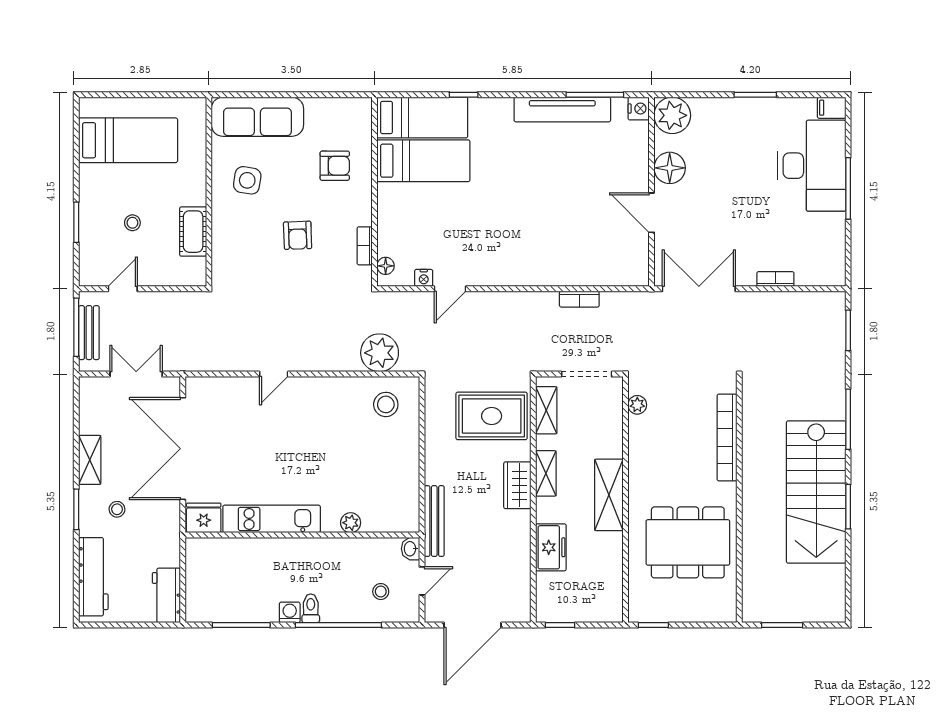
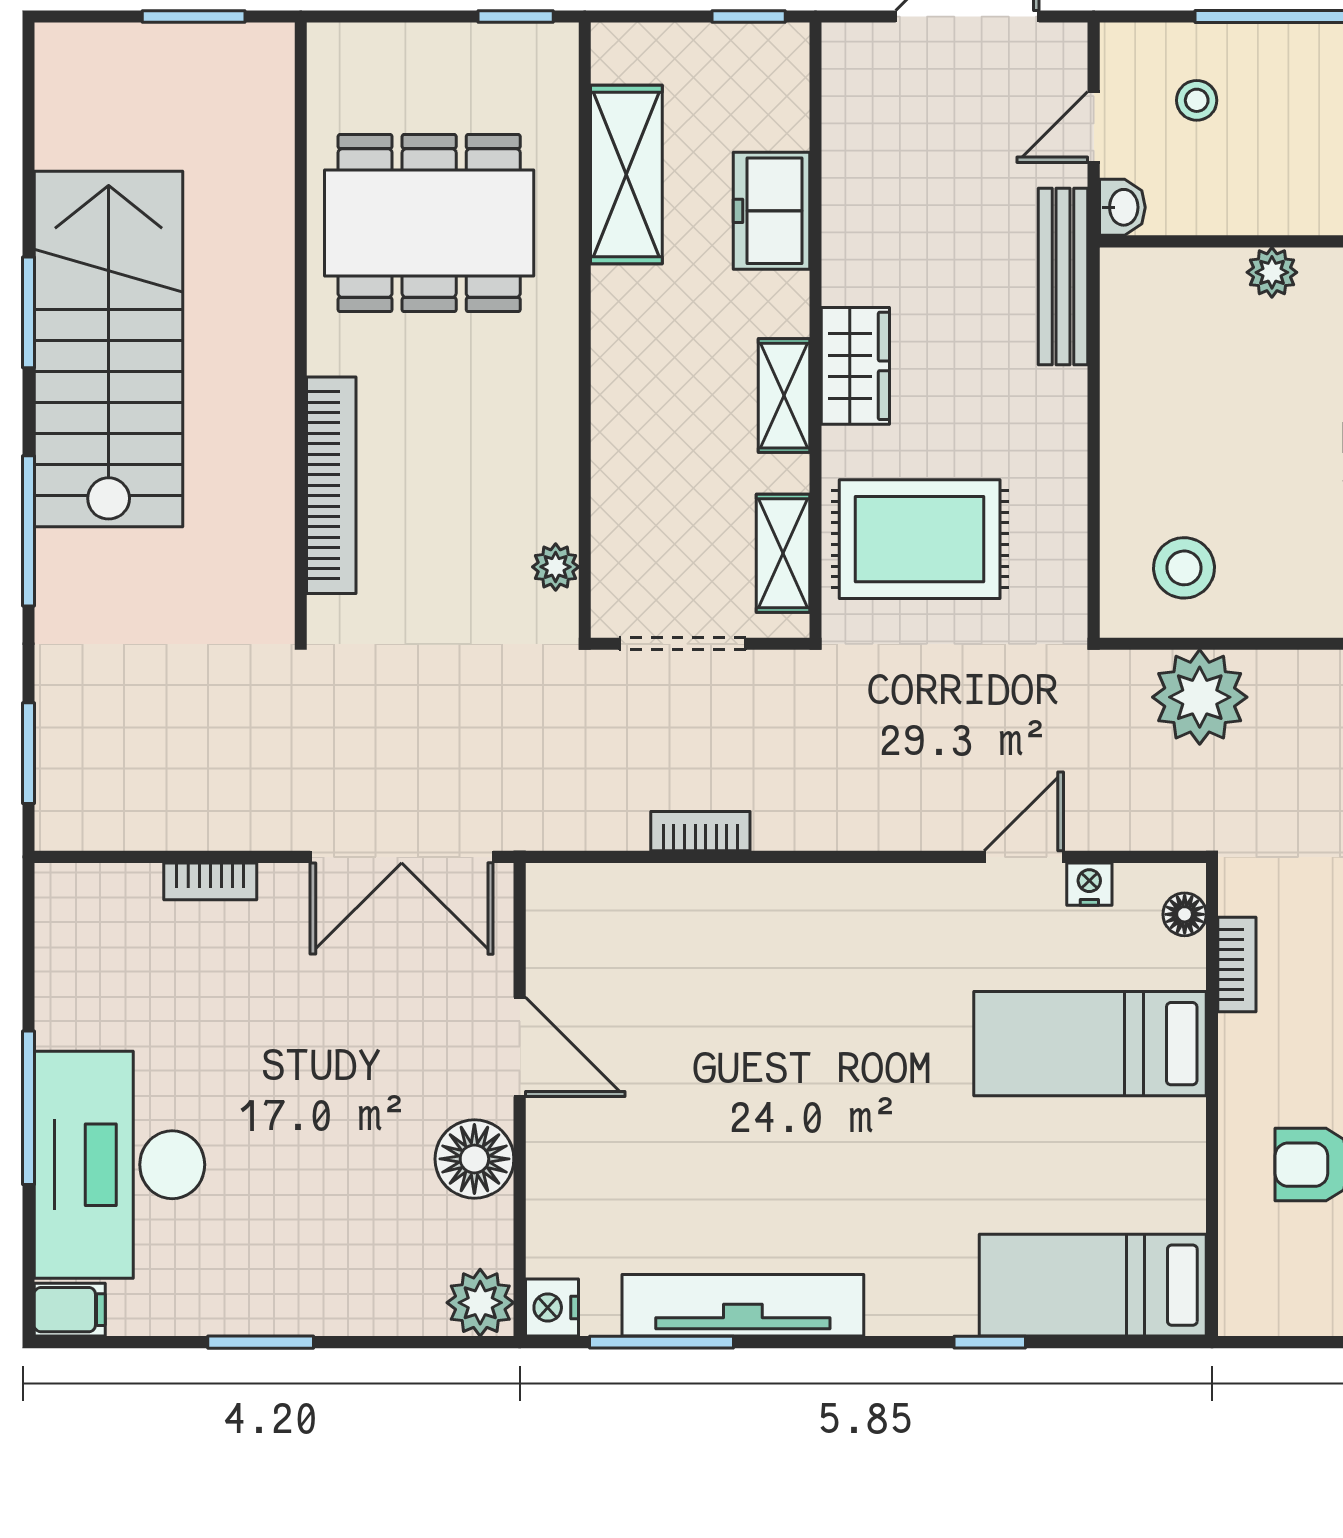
plant: (672, 115) -> (480, 1303), width x0.73, depth x0.73
bed: (423, 161) -> (1090, 1044), moved
shelving: (609, 495) -> (626, 174), moved

